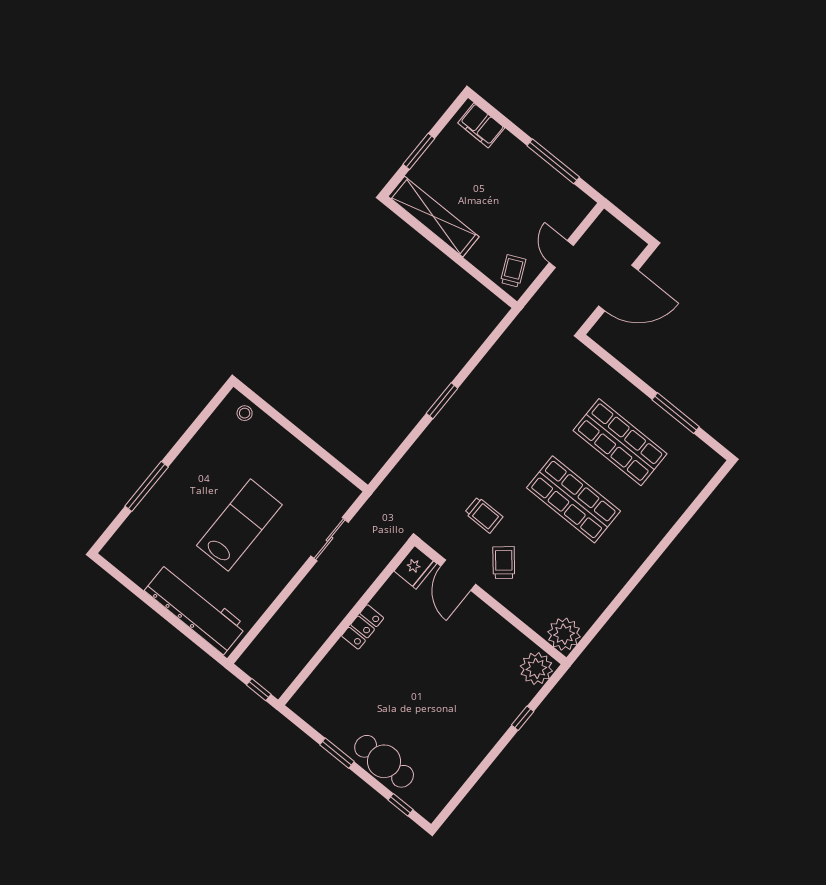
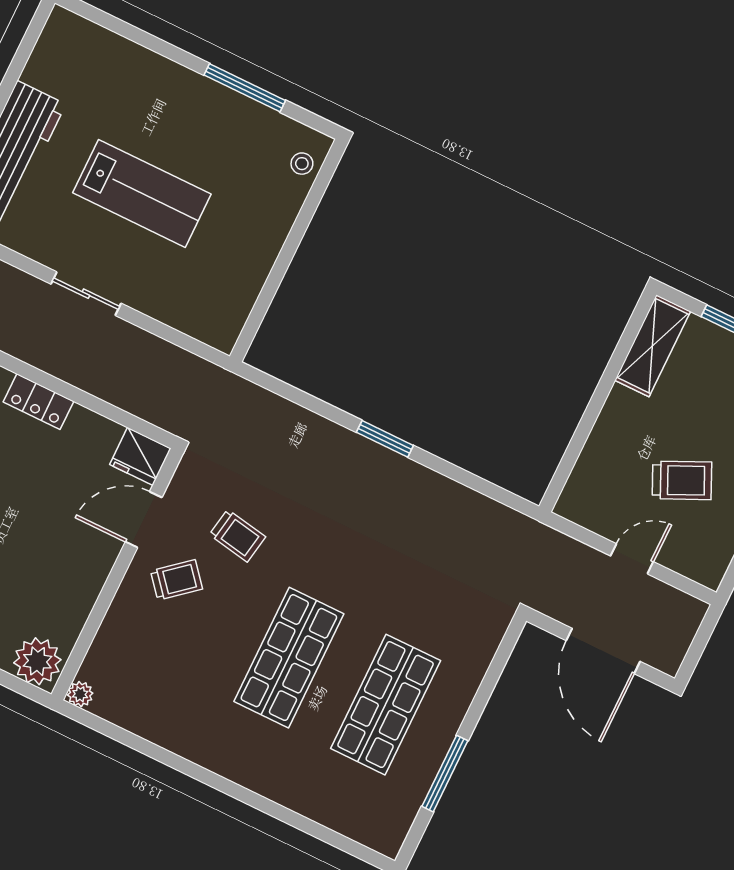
shelving: (434, 217) -> (653, 346), width x0.68
trolley: (513, 271) -> (682, 480), moved, width x1.36, depth x1.39
window: (147, 486) -> (245, 88), moved
trolley: (484, 515) -> (237, 536), turned -80
sliding door: (330, 539) -> (86, 294), moved
plant: (564, 634) -> (80, 694), width x0.53, depth x0.53

